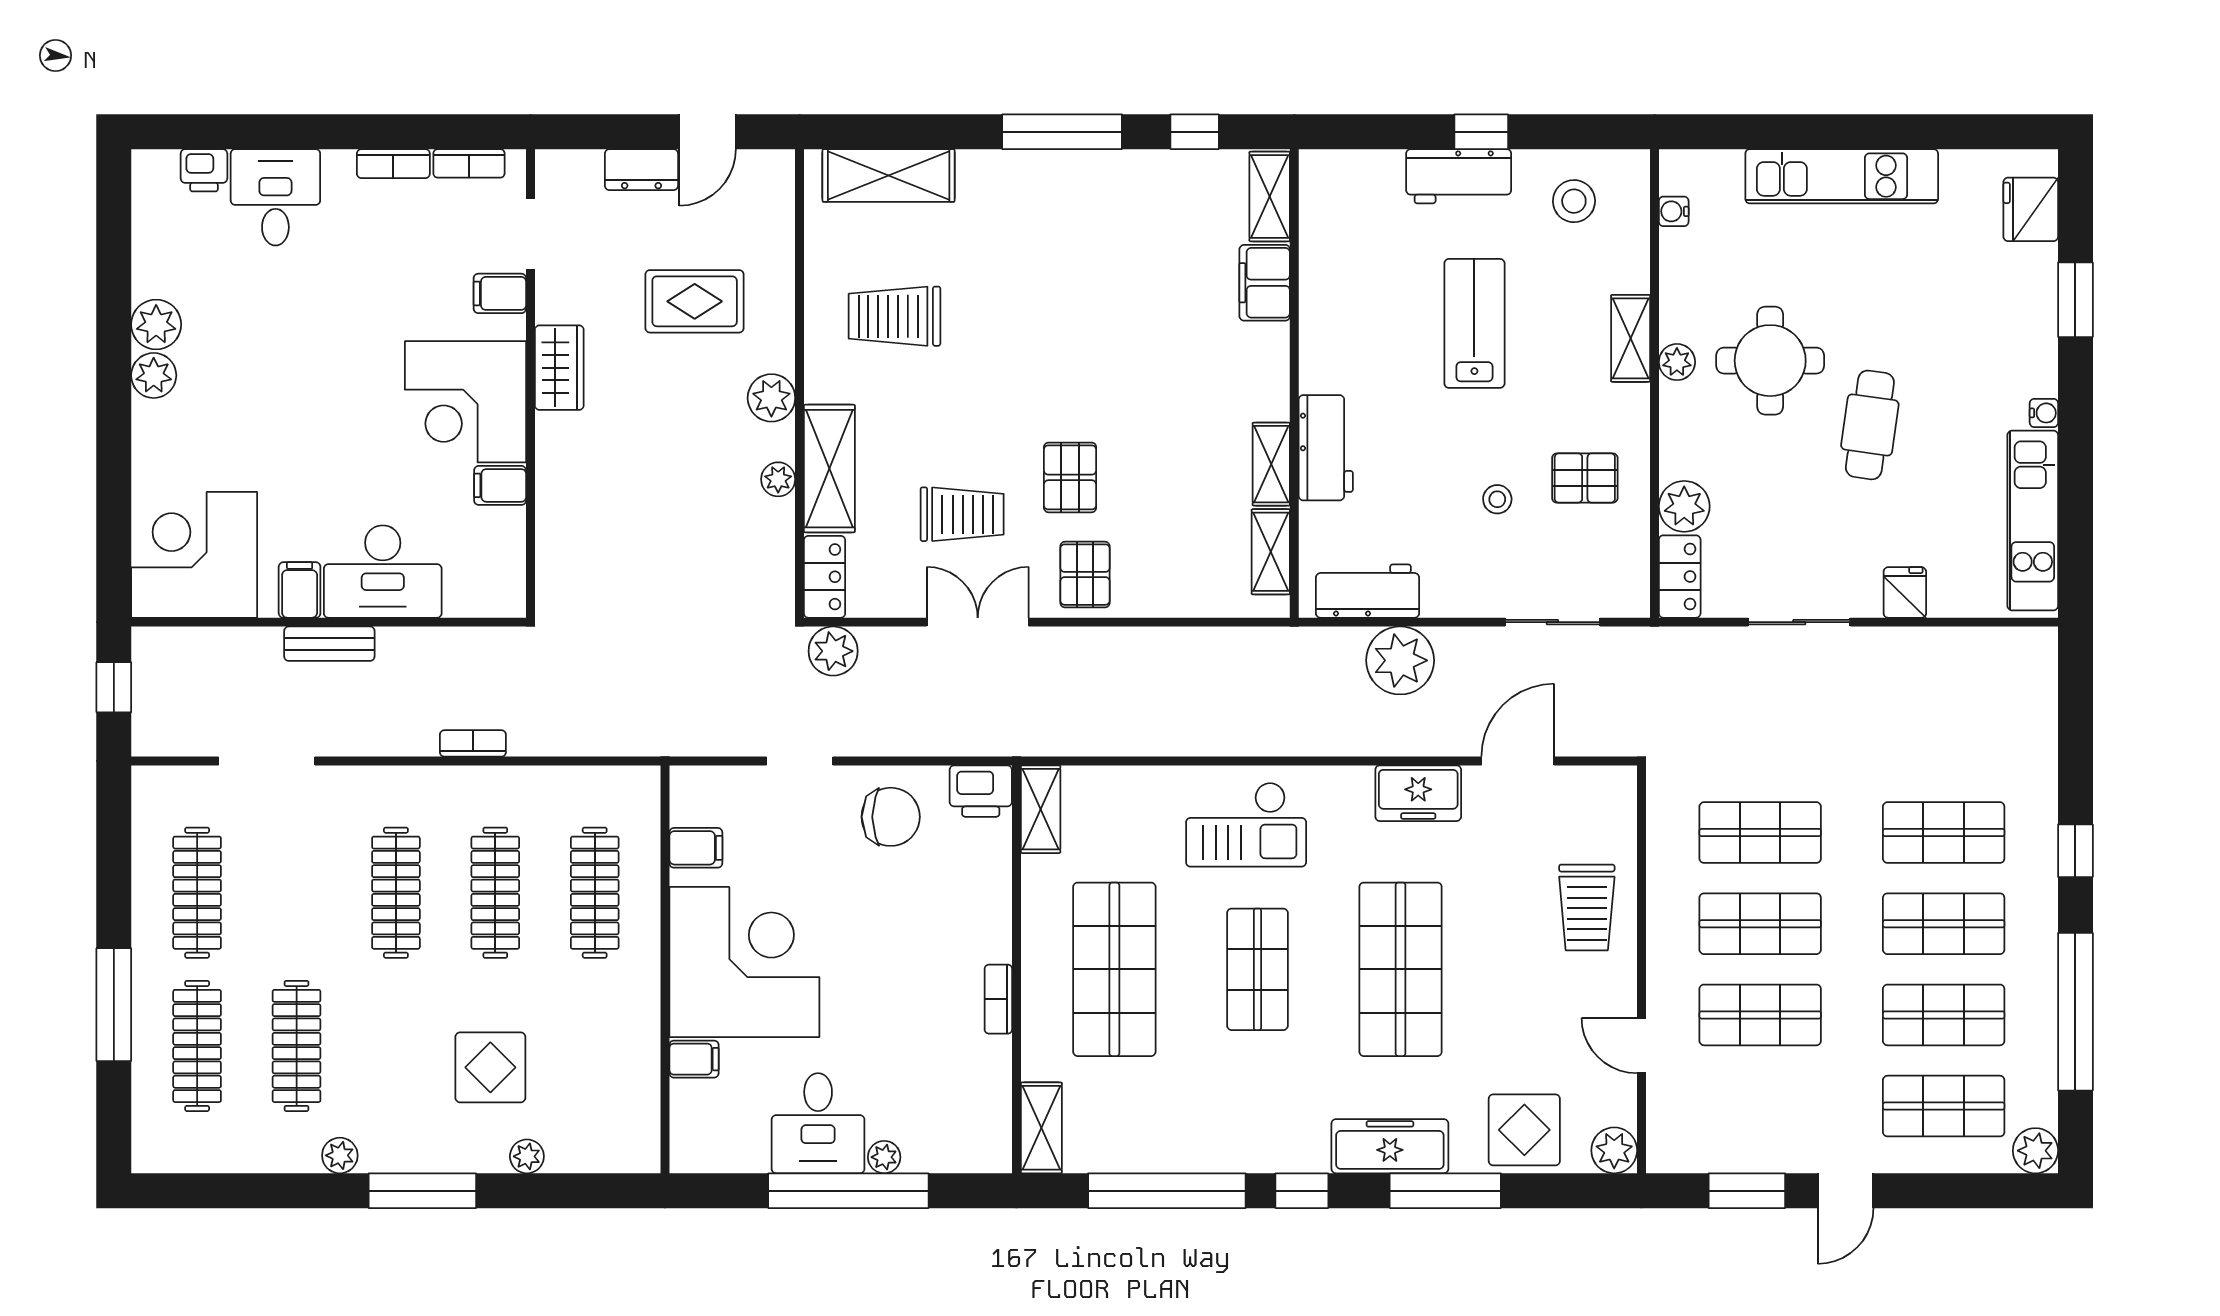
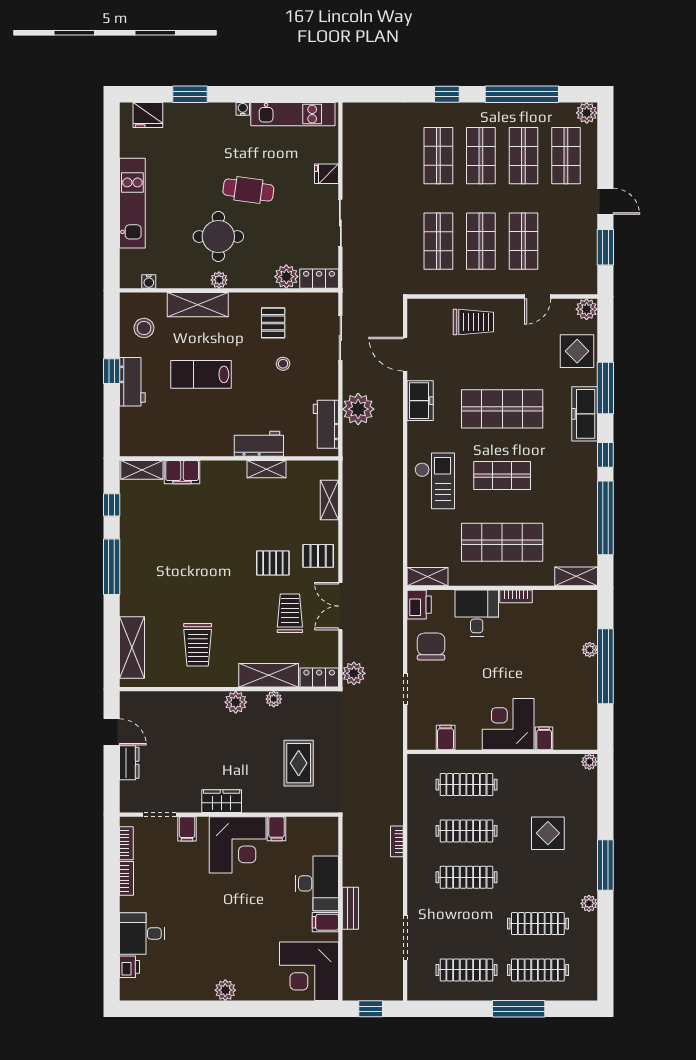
rug: (695, 301) -> (299, 763), moved
plant: (156, 324) -> (202, 989), removed
shelving: (1631, 338) -> (198, 305), width x1.50, depth x1.33
shelving: (1271, 552) -> (329, 500), moved, turned 90
corner desk: (744, 962) -> (508, 724), width x0.74, depth x0.74
desk: (818, 1123) -> (477, 613), moved, turned -90
plant: (527, 1156) -> (589, 762), moved

